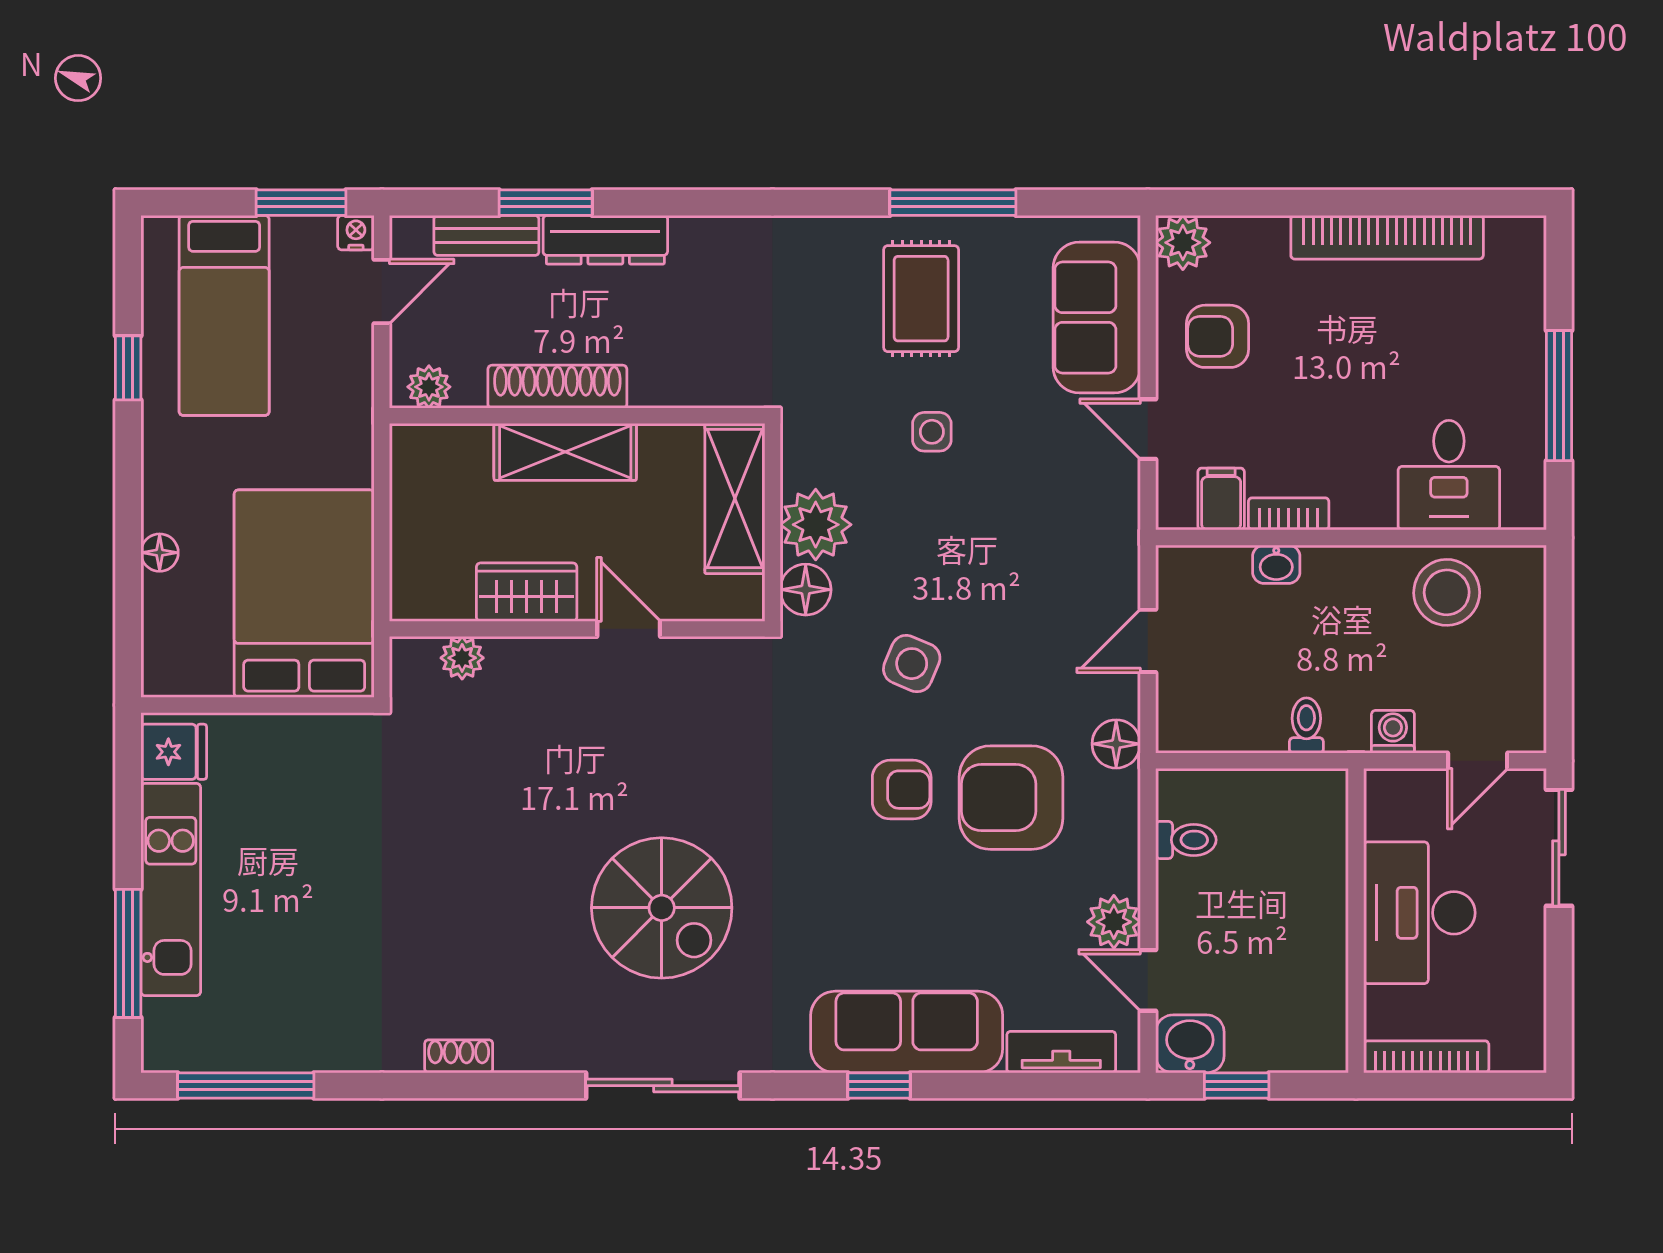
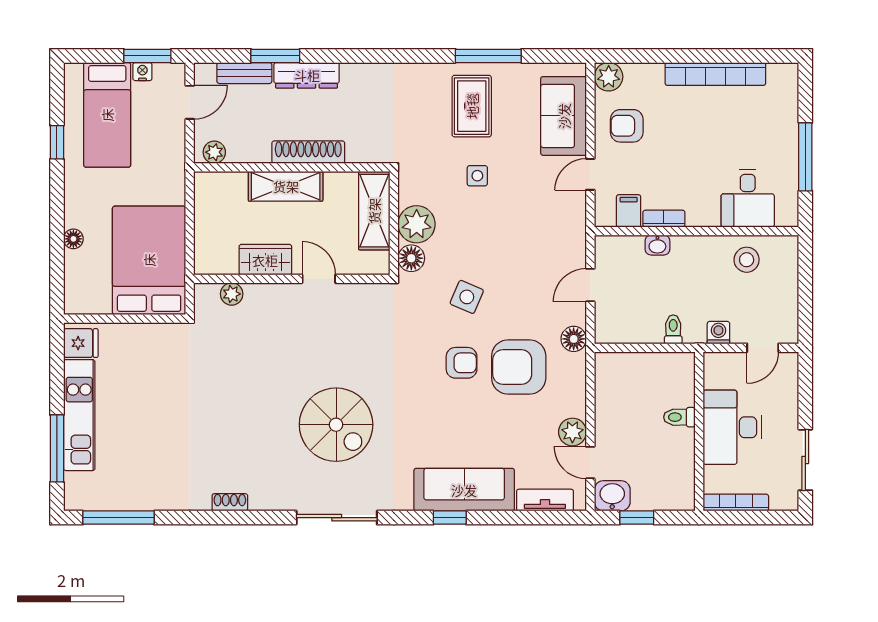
nightstand: (356, 233) -> (142, 72), moved
shoe rack: (557, 387) -> (308, 152), moved
door: (1148, 429) -> (590, 174), hinge flipped
stool: (1447, 592) -> (747, 260), width x0.73, depth x0.73
toilet: (1186, 840) -> (679, 417), moved, turned 180
sliding door: (1559, 848) -> (805, 460), moved

